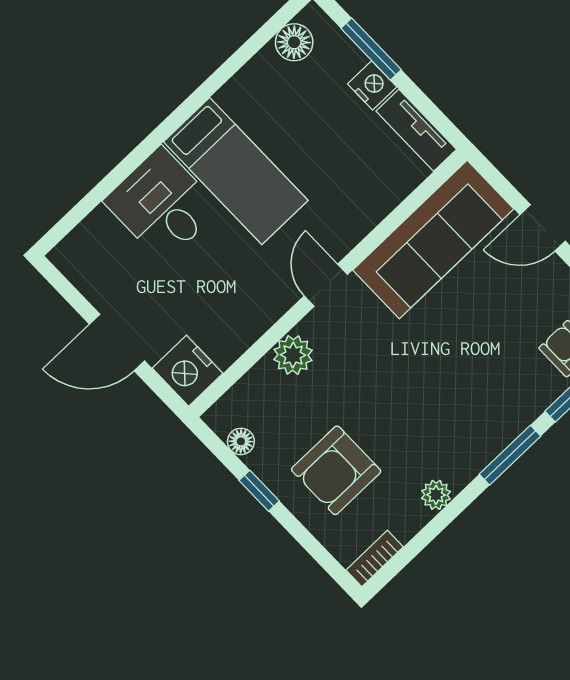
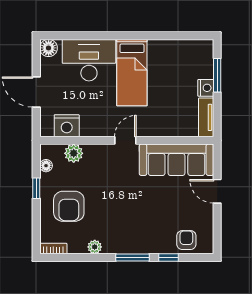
floor lamp: (294, 42) -> (49, 48), moved
desk: (162, 205) -> (89, 60), width x1.37
plant: (293, 355) -> (74, 153), moved
nightstand: (188, 371) -> (67, 126), moved, turned -90
armchair: (336, 470) -> (69, 206), turned -90

